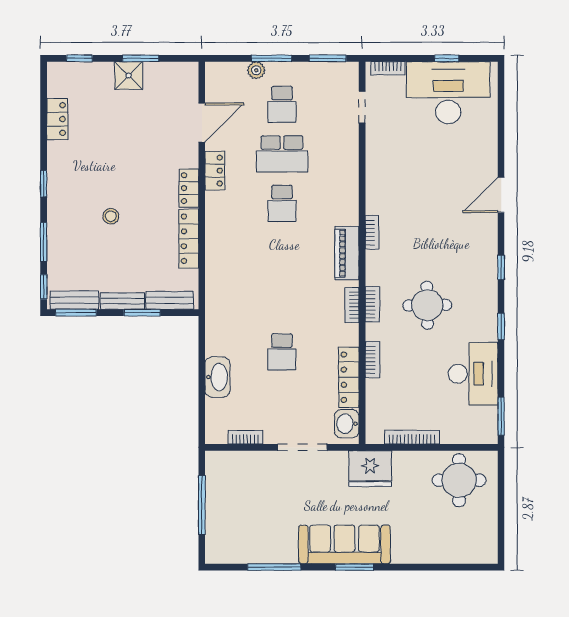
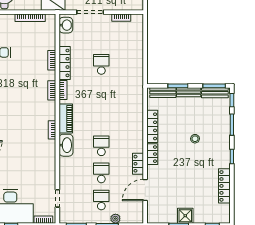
locker: (57, 119) -> (224, 186), width x1.53
school desk: (282, 154) -> (101, 173), width x0.54
round table: (427, 305) -> (22, 90), removed
washbasin: (217, 377) -> (66, 145), moved, turned 180
locker: (349, 377) -> (65, 63), moved

